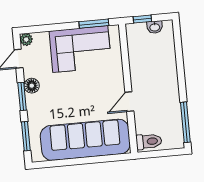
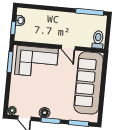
corner sofa: (80, 49) -> (37, 62), moved, turned 90

